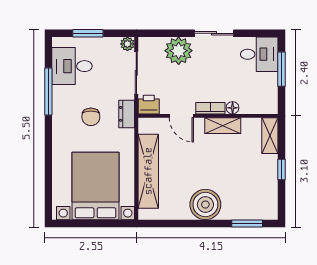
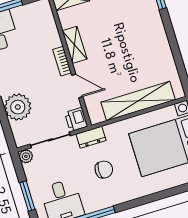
floor lamp: (233, 108) -> (55, 41), removed
door: (181, 116) -> (77, 86), hinge flipped
boiler: (205, 205) -> (153, 39), removed

